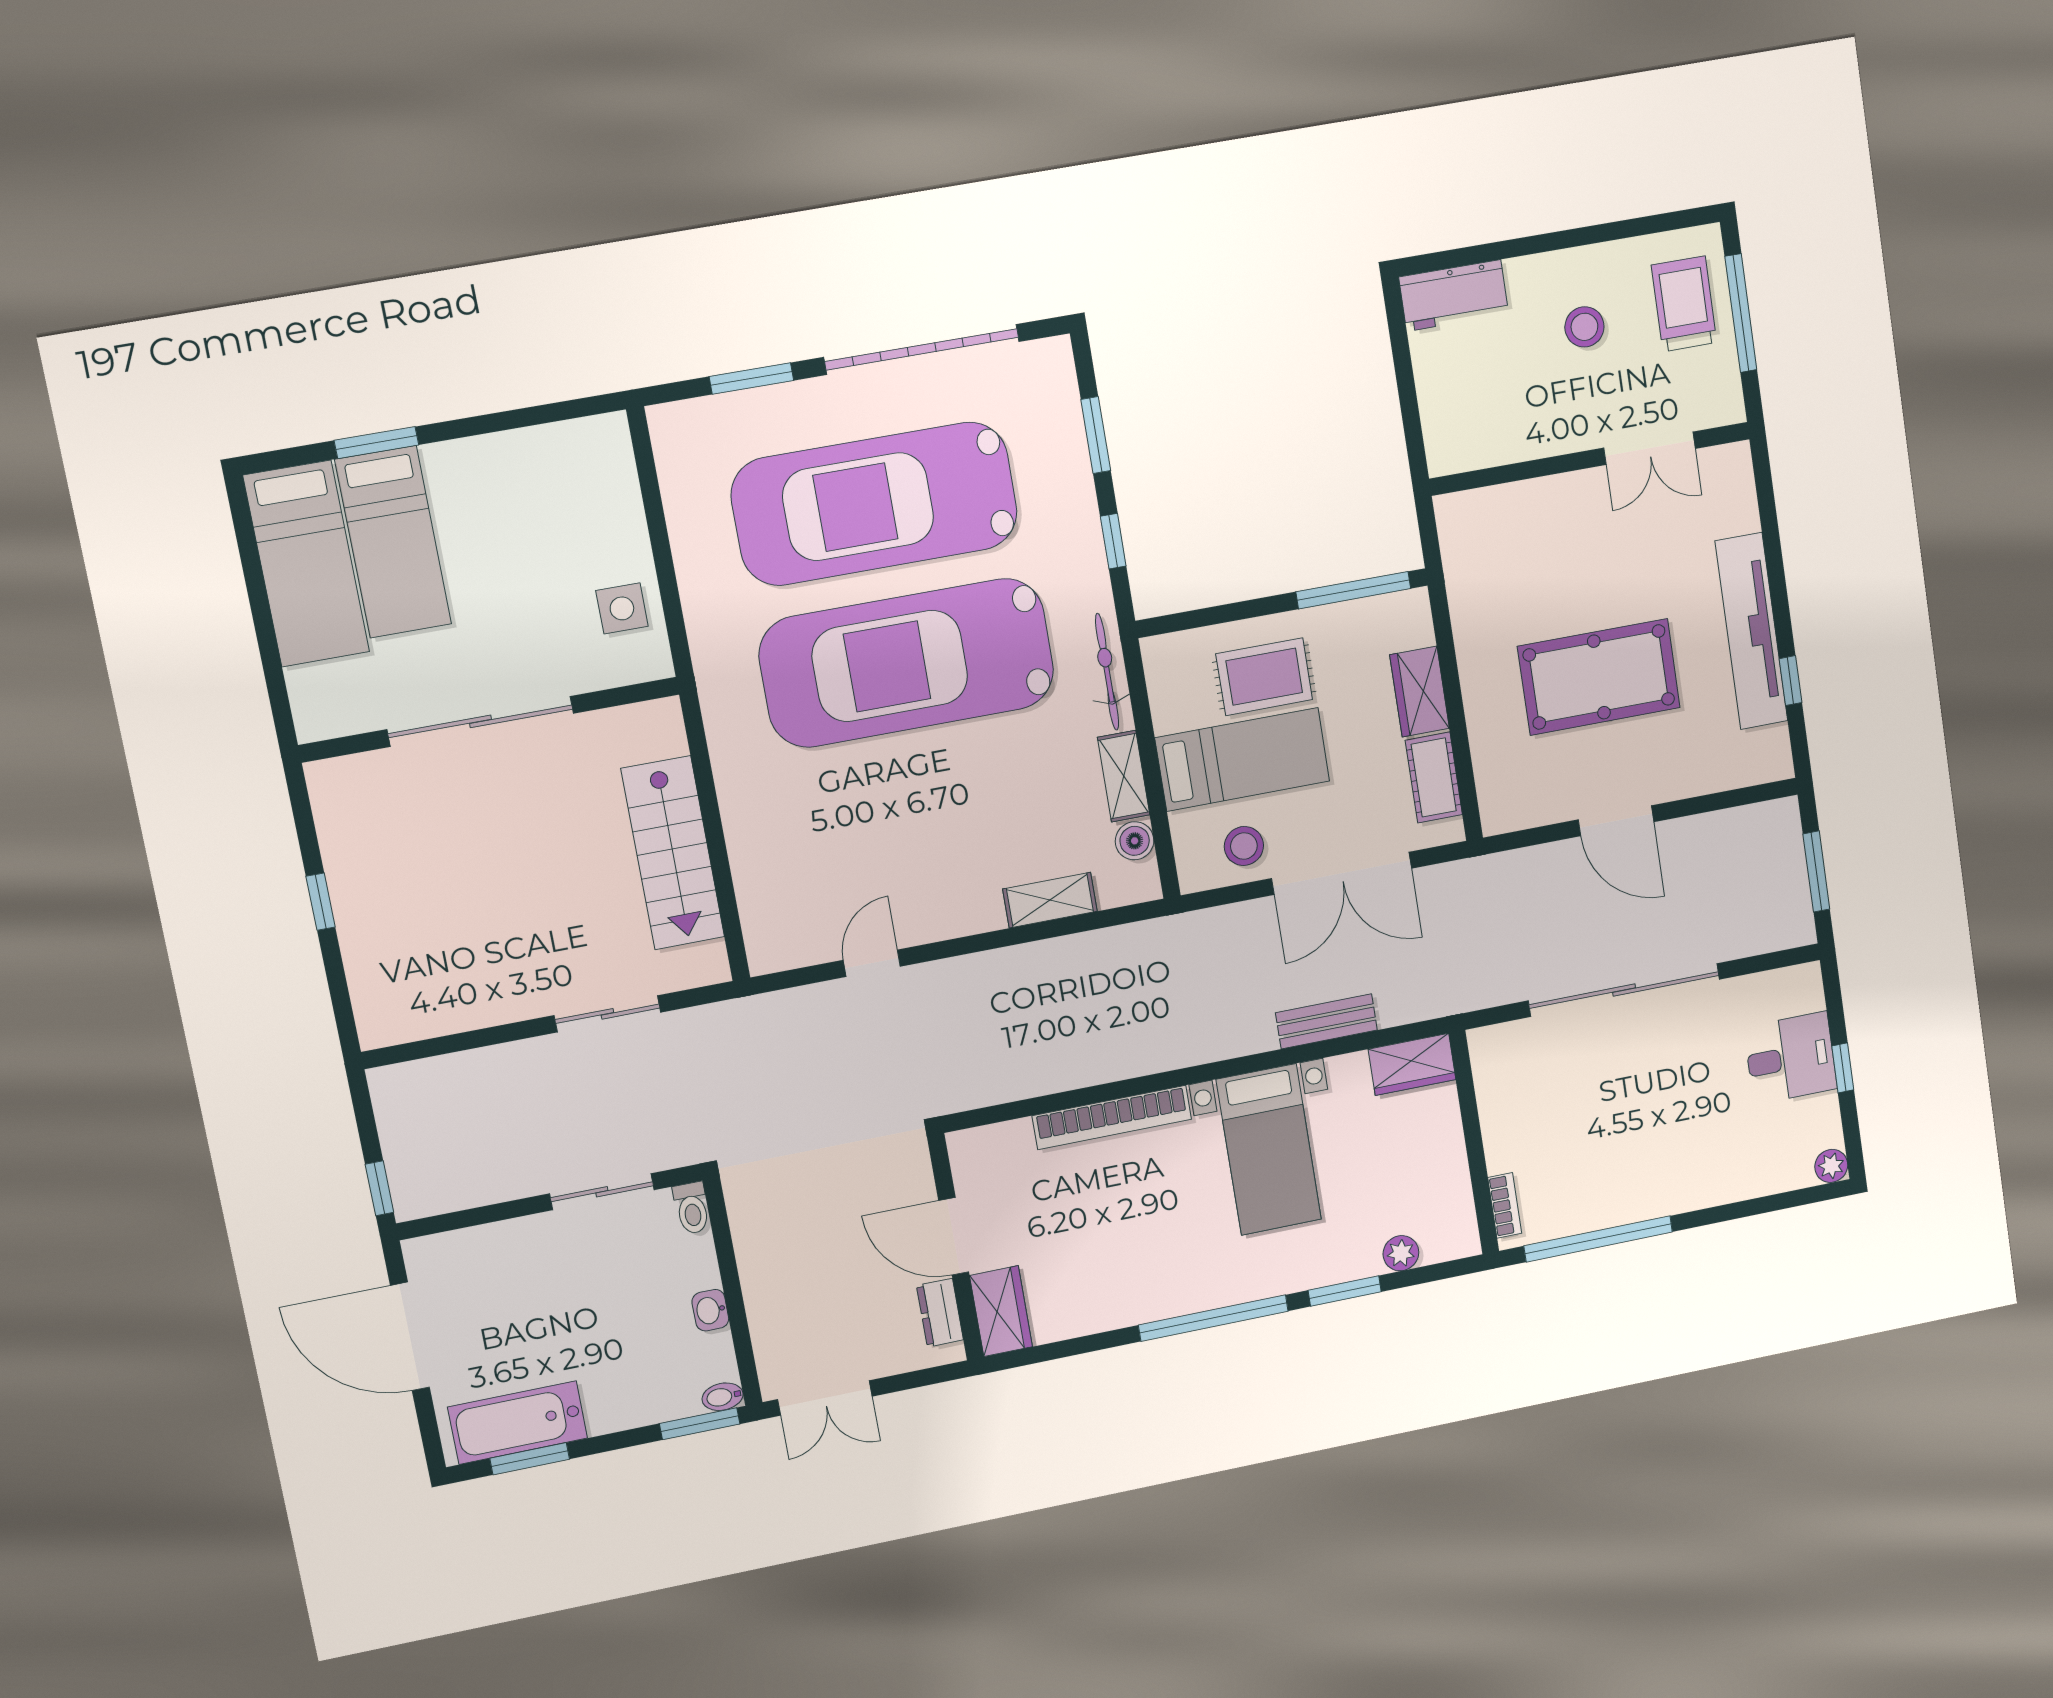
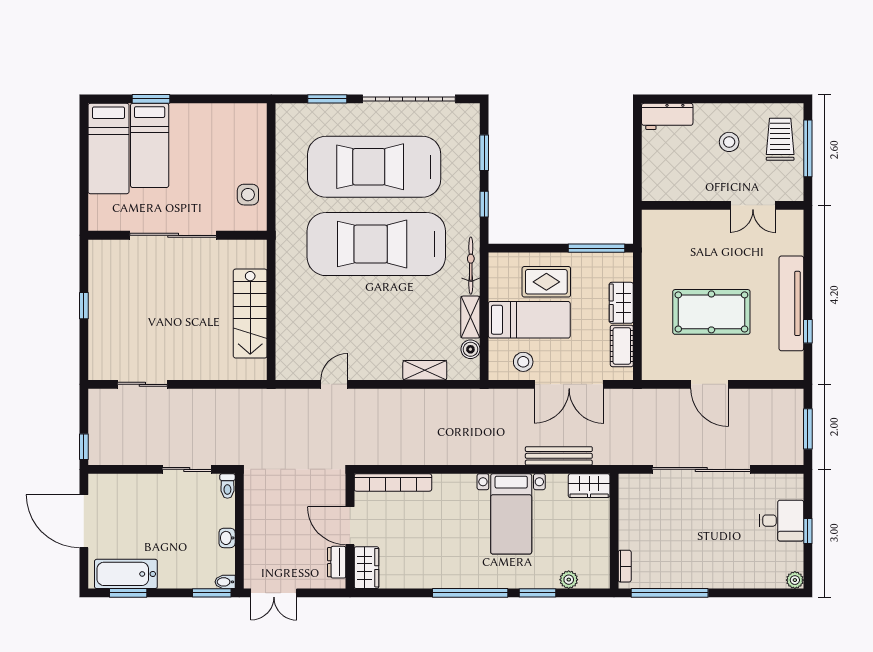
sliding door: (607, 1014) -> (142, 384), moved
bench: (1326, 1021) -> (559, 456), width x1.36
bookcase: (1112, 1117) -> (393, 482), moved

